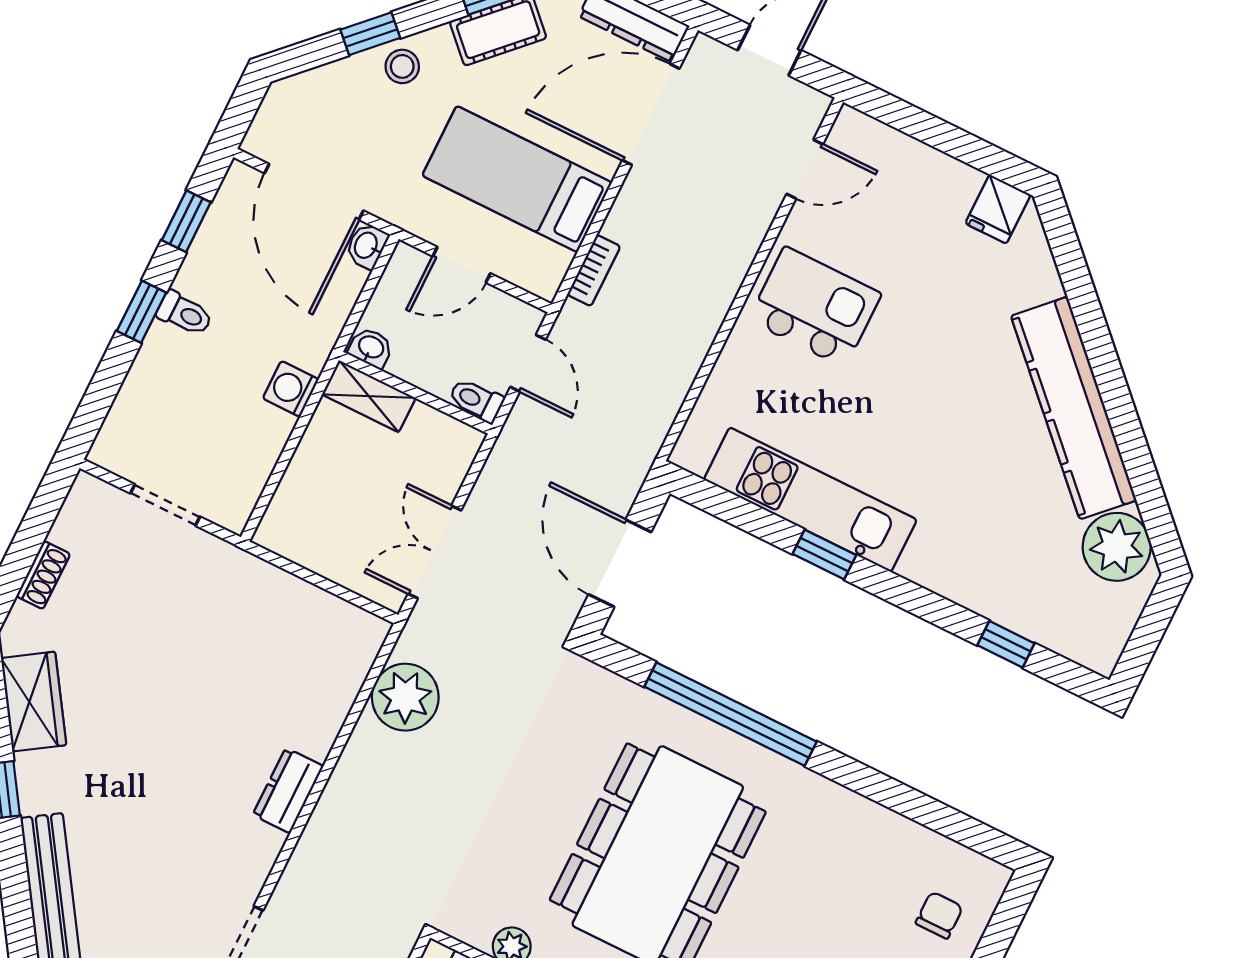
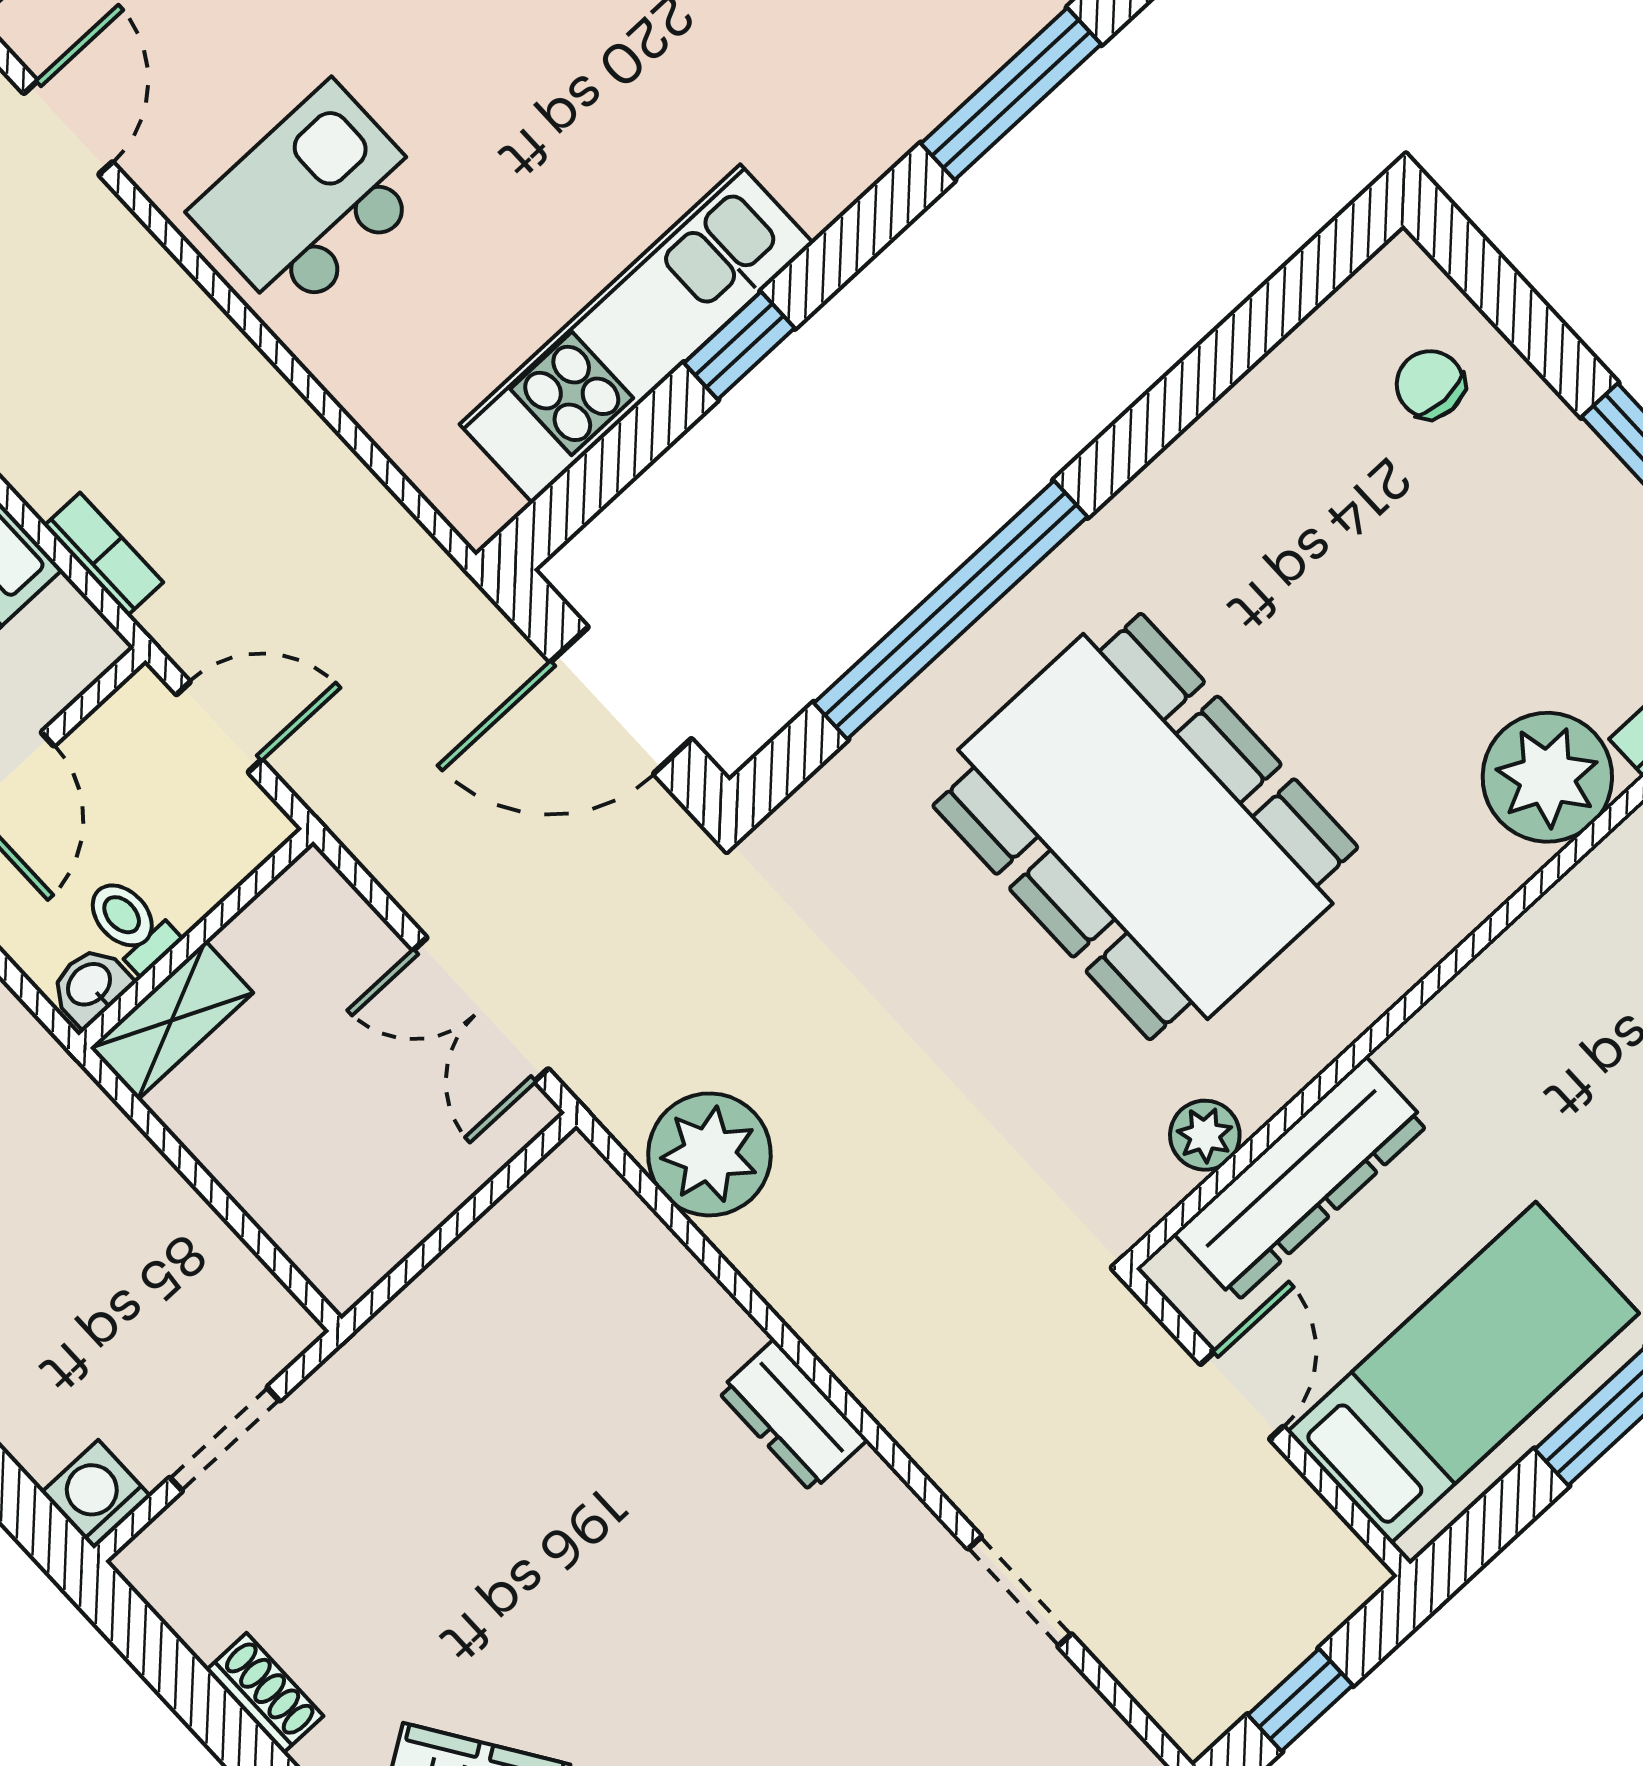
washing machine: (291, 389) -> (96, 1494), moved, turned 90
toilet: (476, 400) -> (130, 924), moved, turned 90
window: (1006, 644) -> (1011, 94), width x2.17

